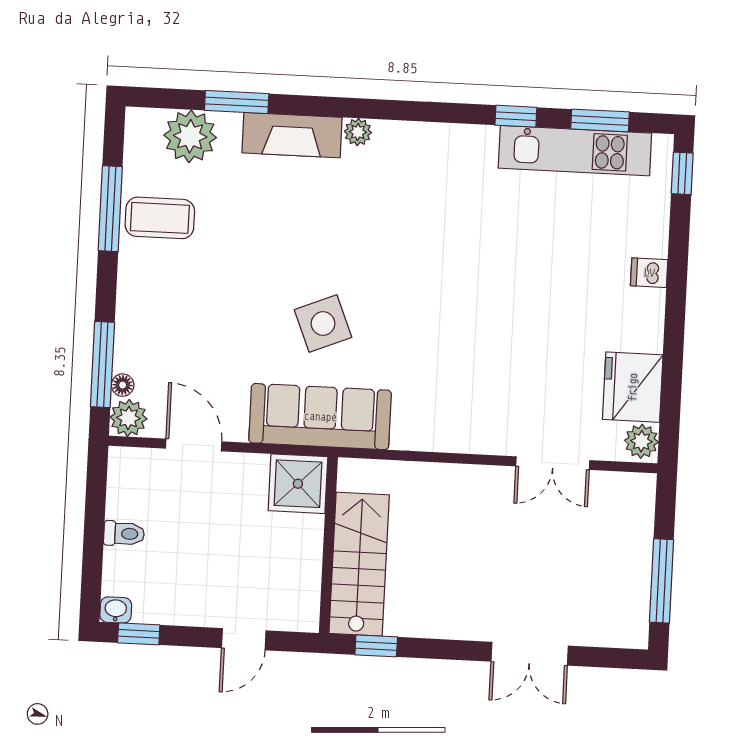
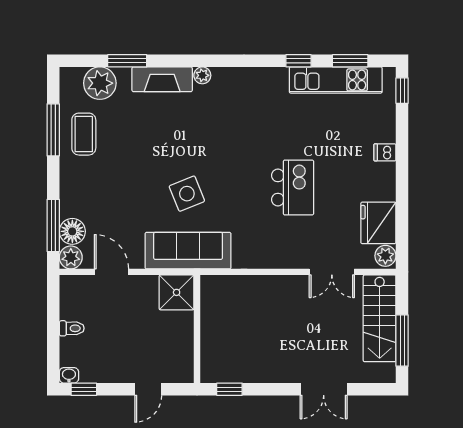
coffee table: (160, 218) -> (84, 134), turned 90
kitchen island: (496, 322) -> (293, 188), added
floor lamp: (123, 385) -> (72, 231), width x1.89, depth x1.89
stairs: (359, 564) -> (380, 318), moved, turned 180

